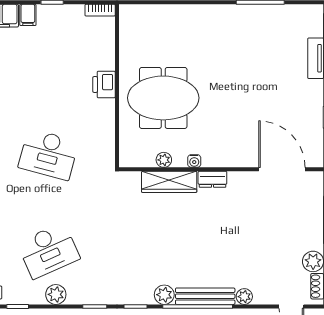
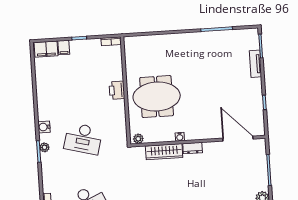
plant: (164, 160) -> (138, 139), moved

